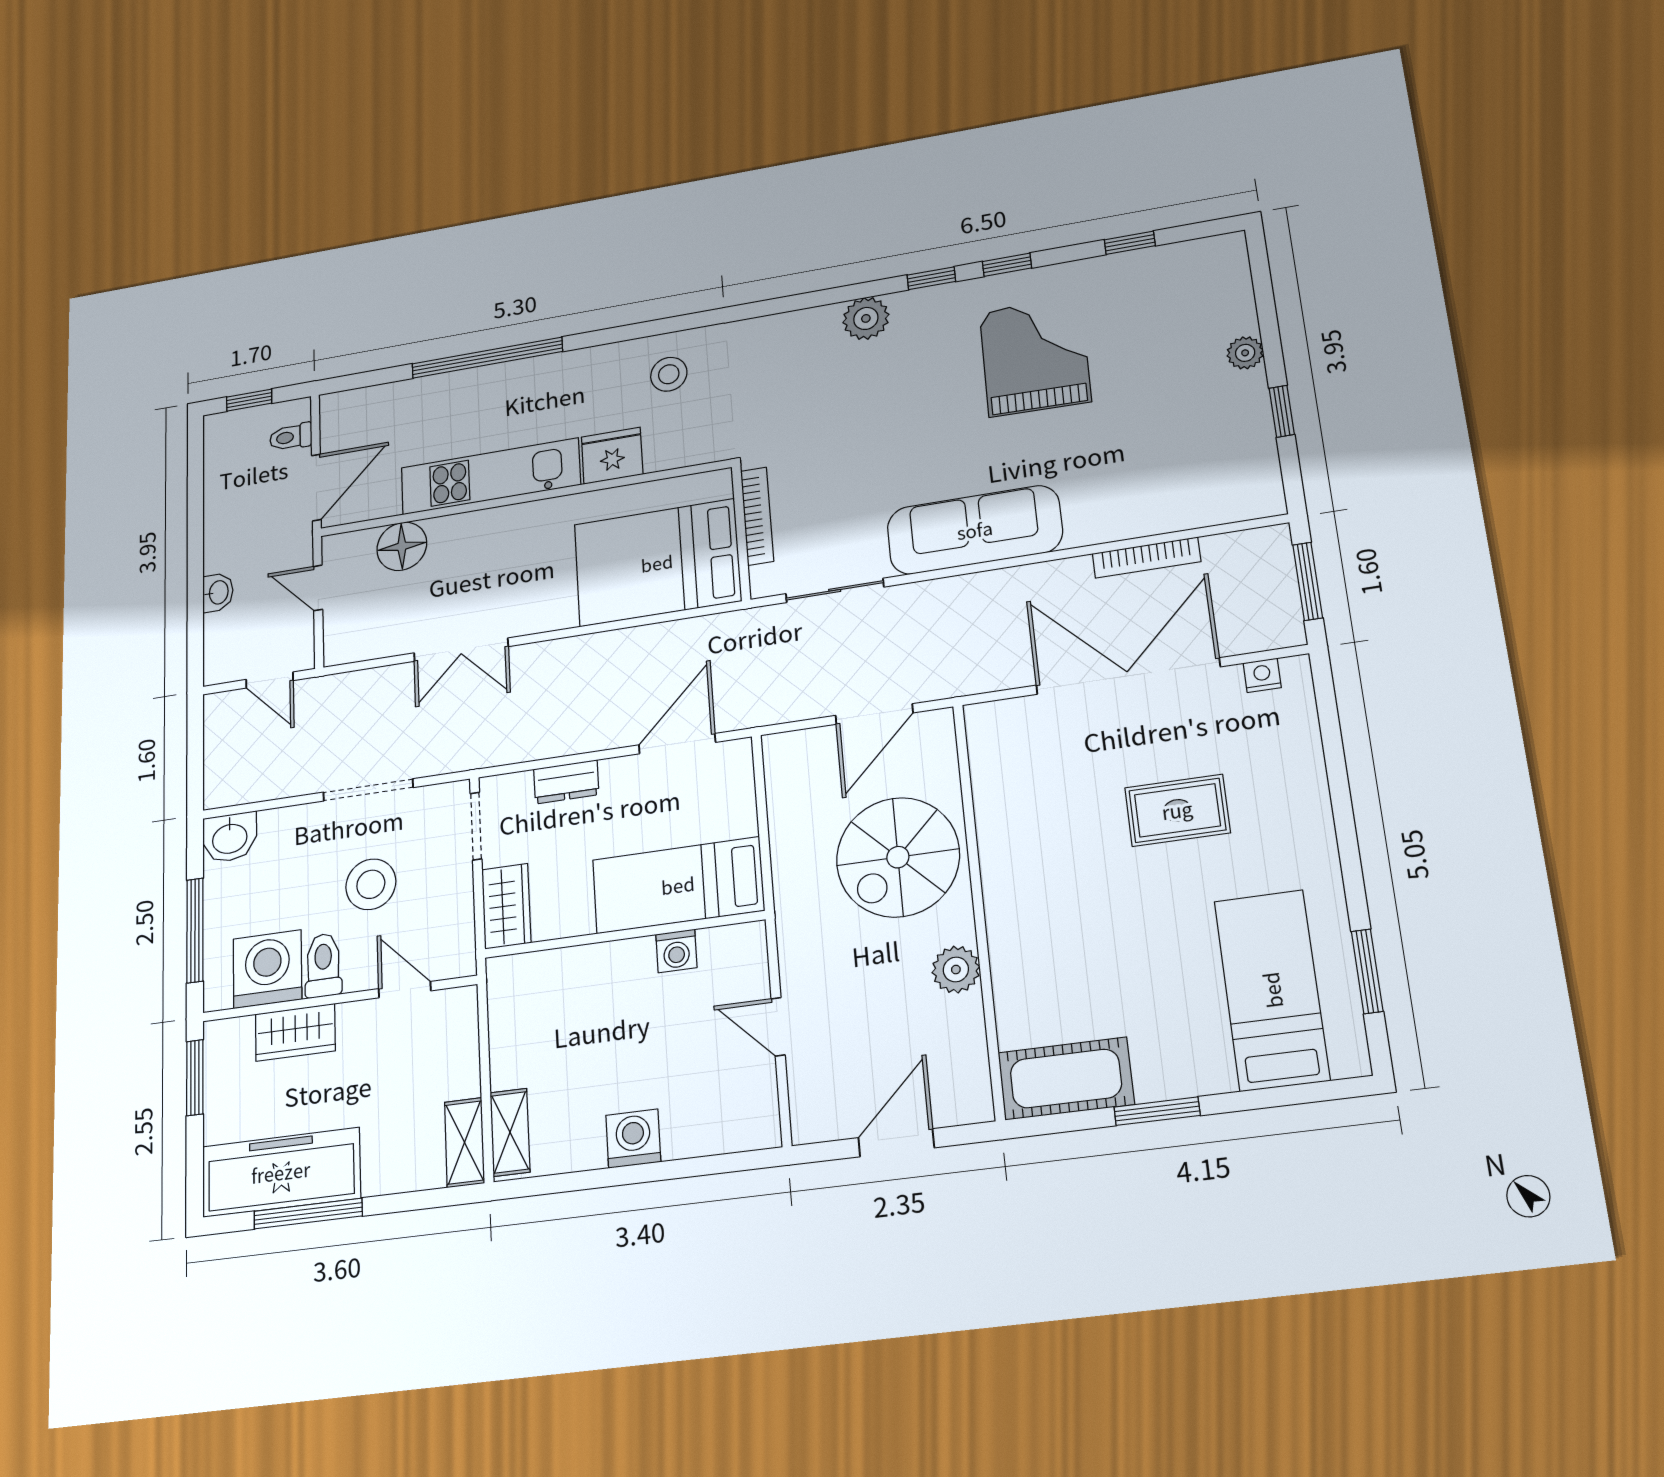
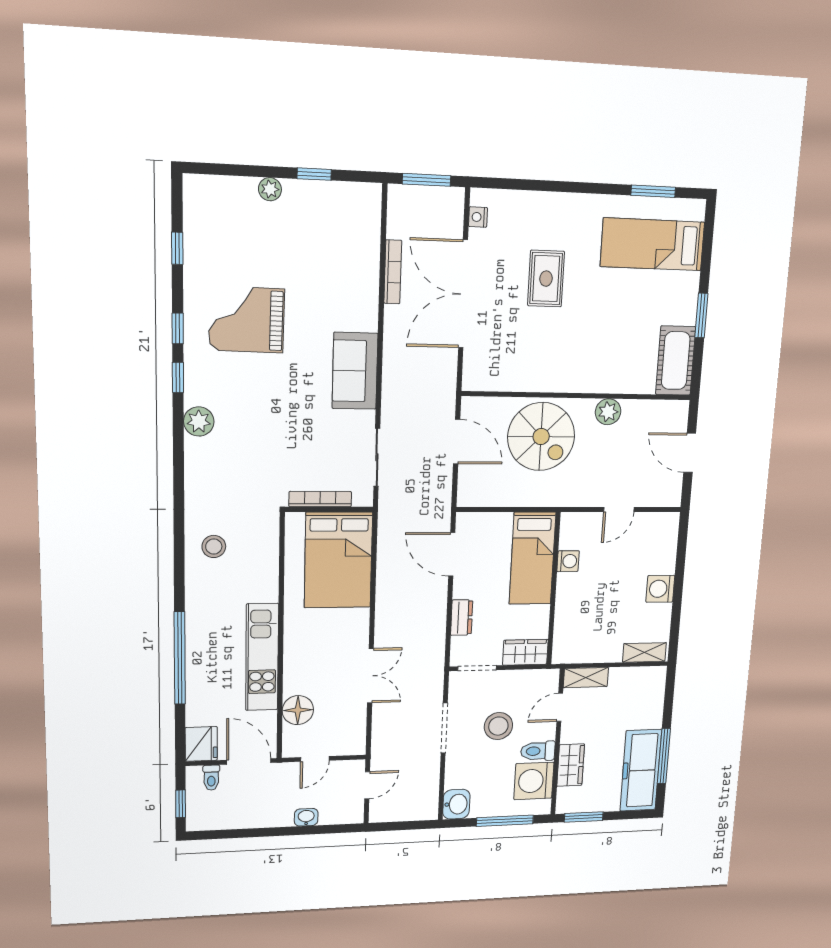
fridge: (612, 456) -> (201, 744), moved, turned 180
sofa: (975, 530) -> (355, 371), width x0.73
shelving: (465, 1143) -> (586, 678), moved

